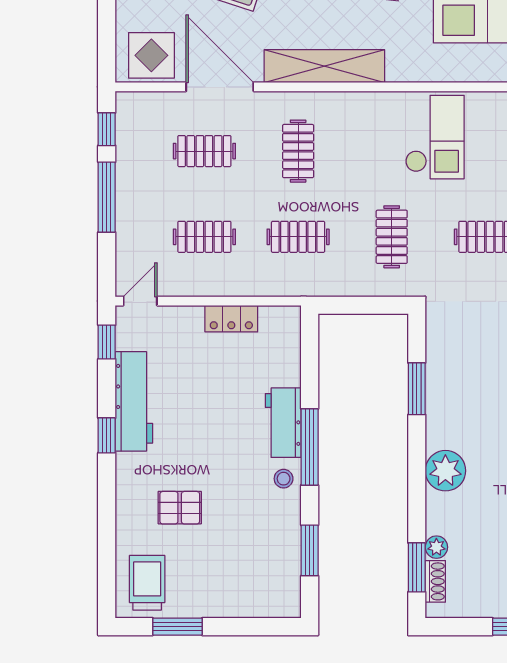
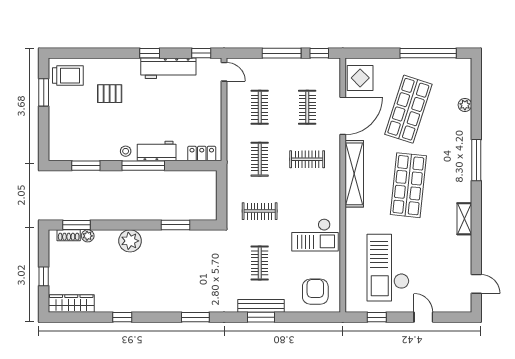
locker: (231, 319) -> (202, 154), moved, turned 90
pallet: (180, 508) -> (110, 94), turned 90

